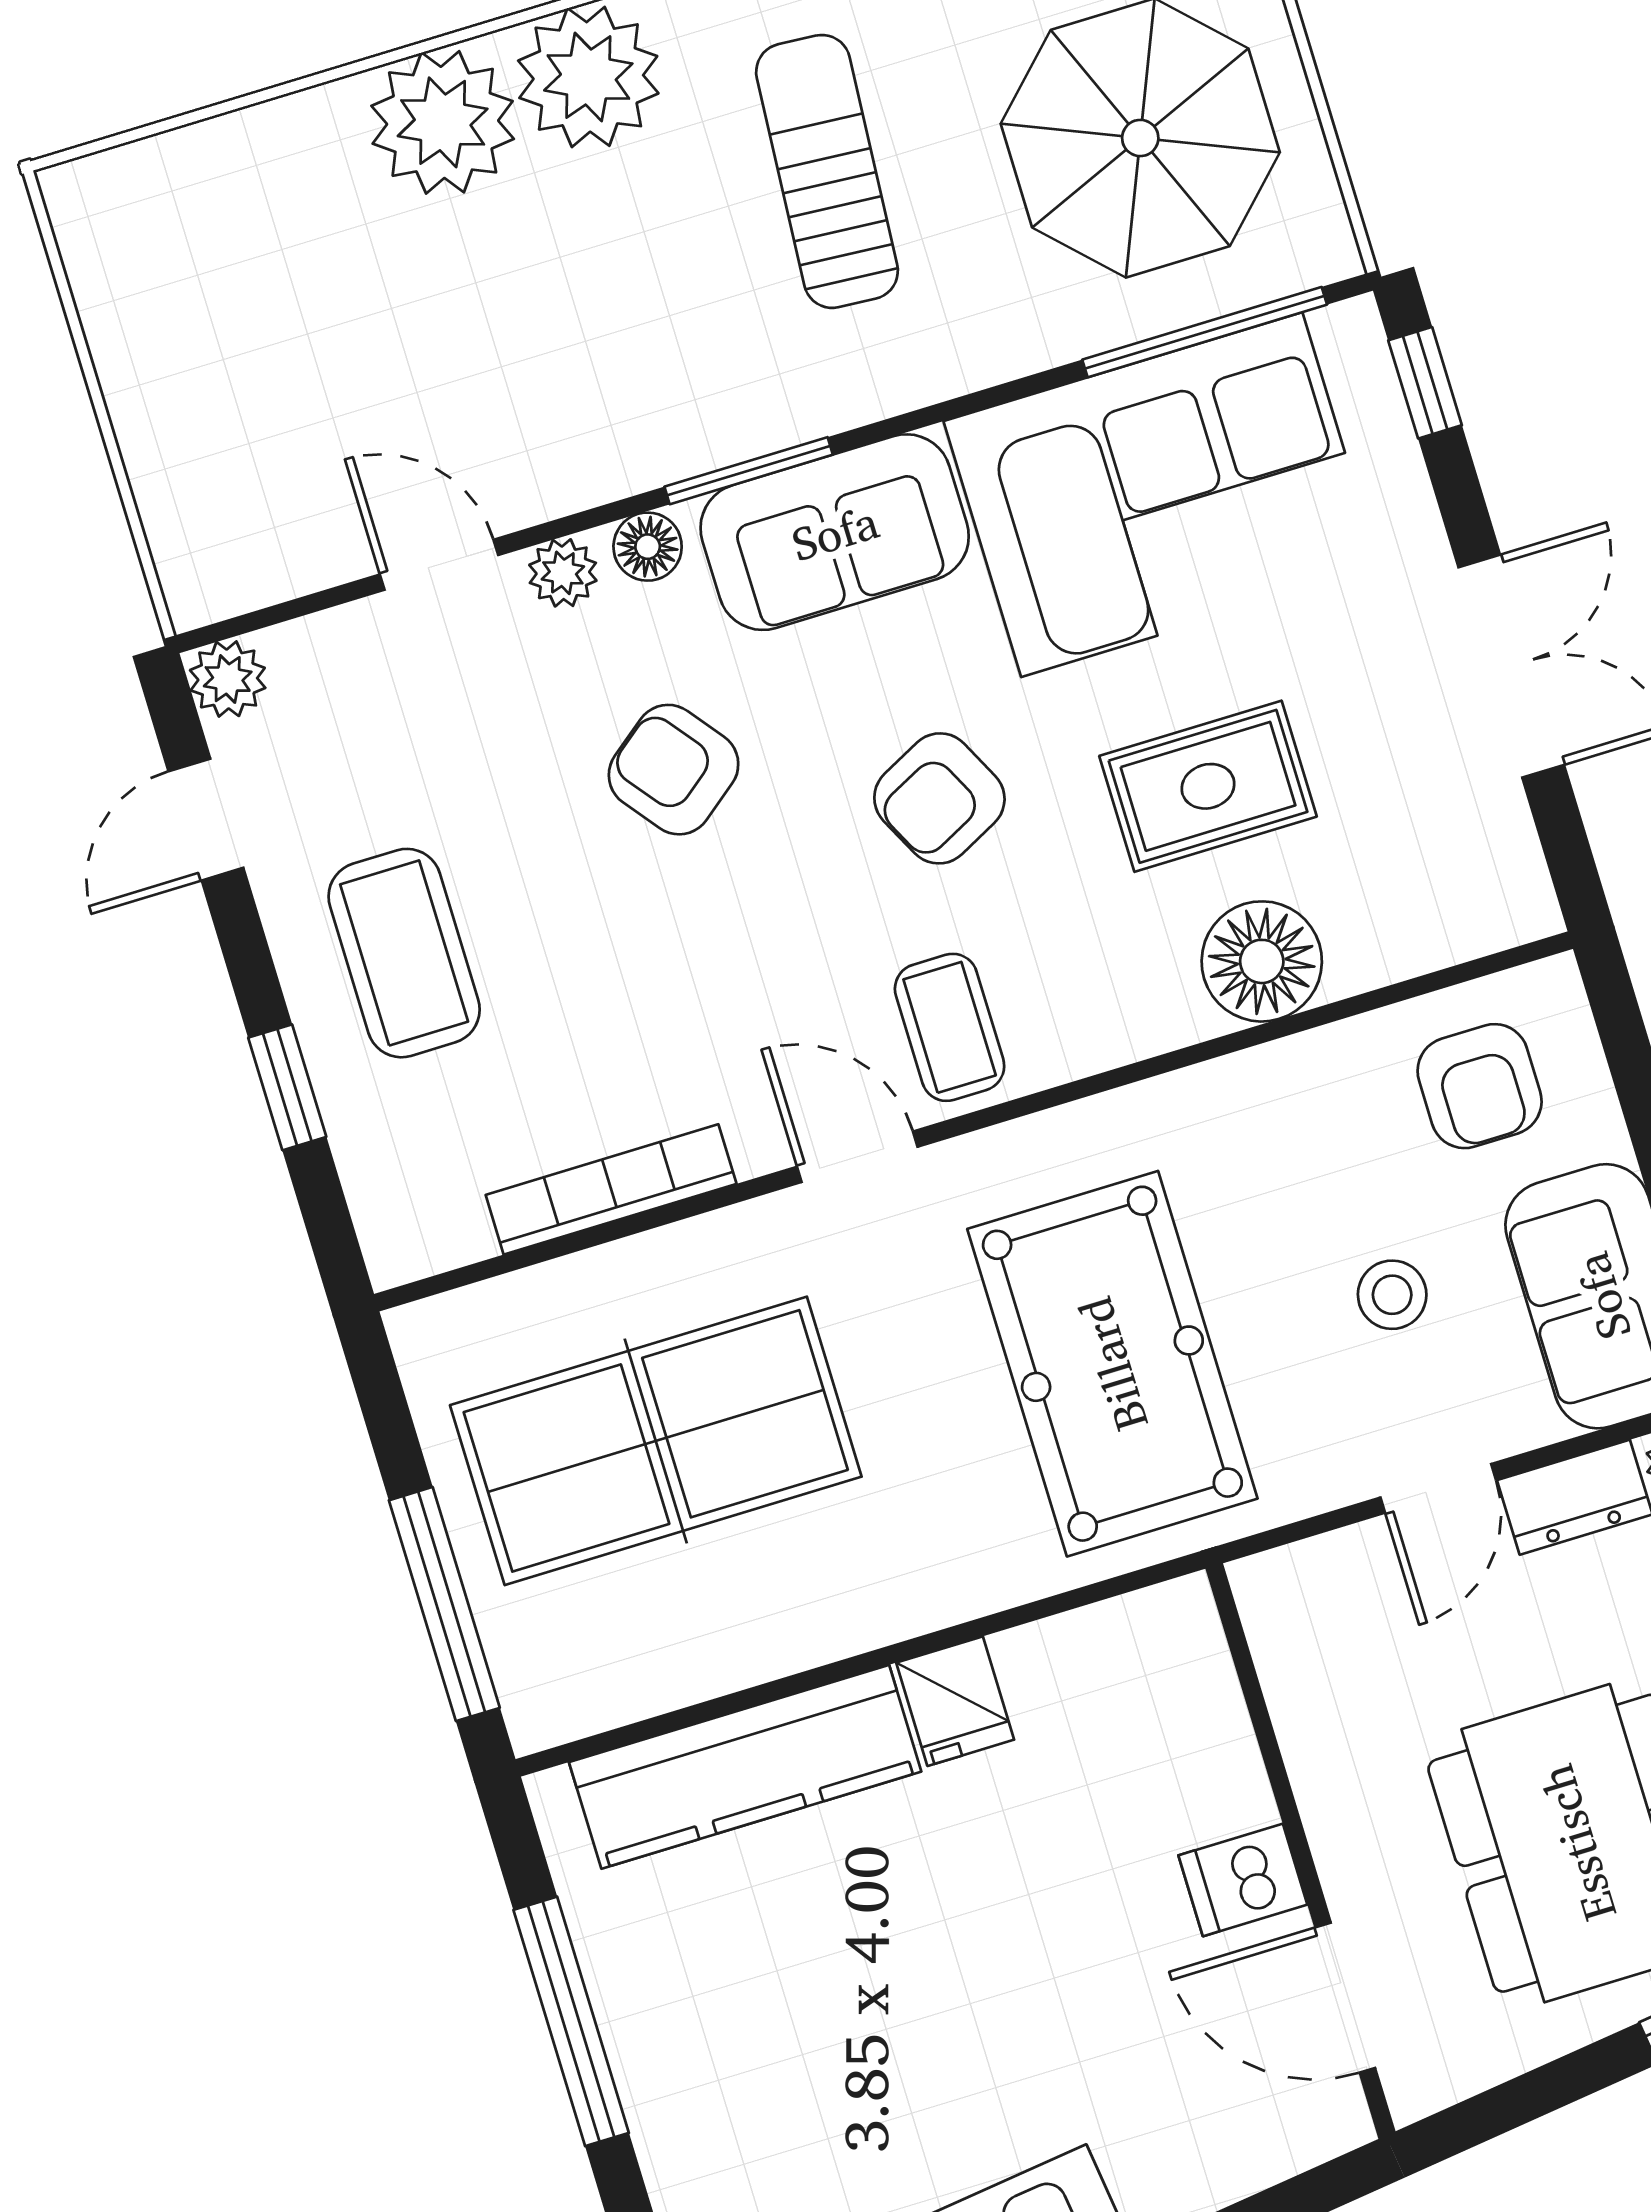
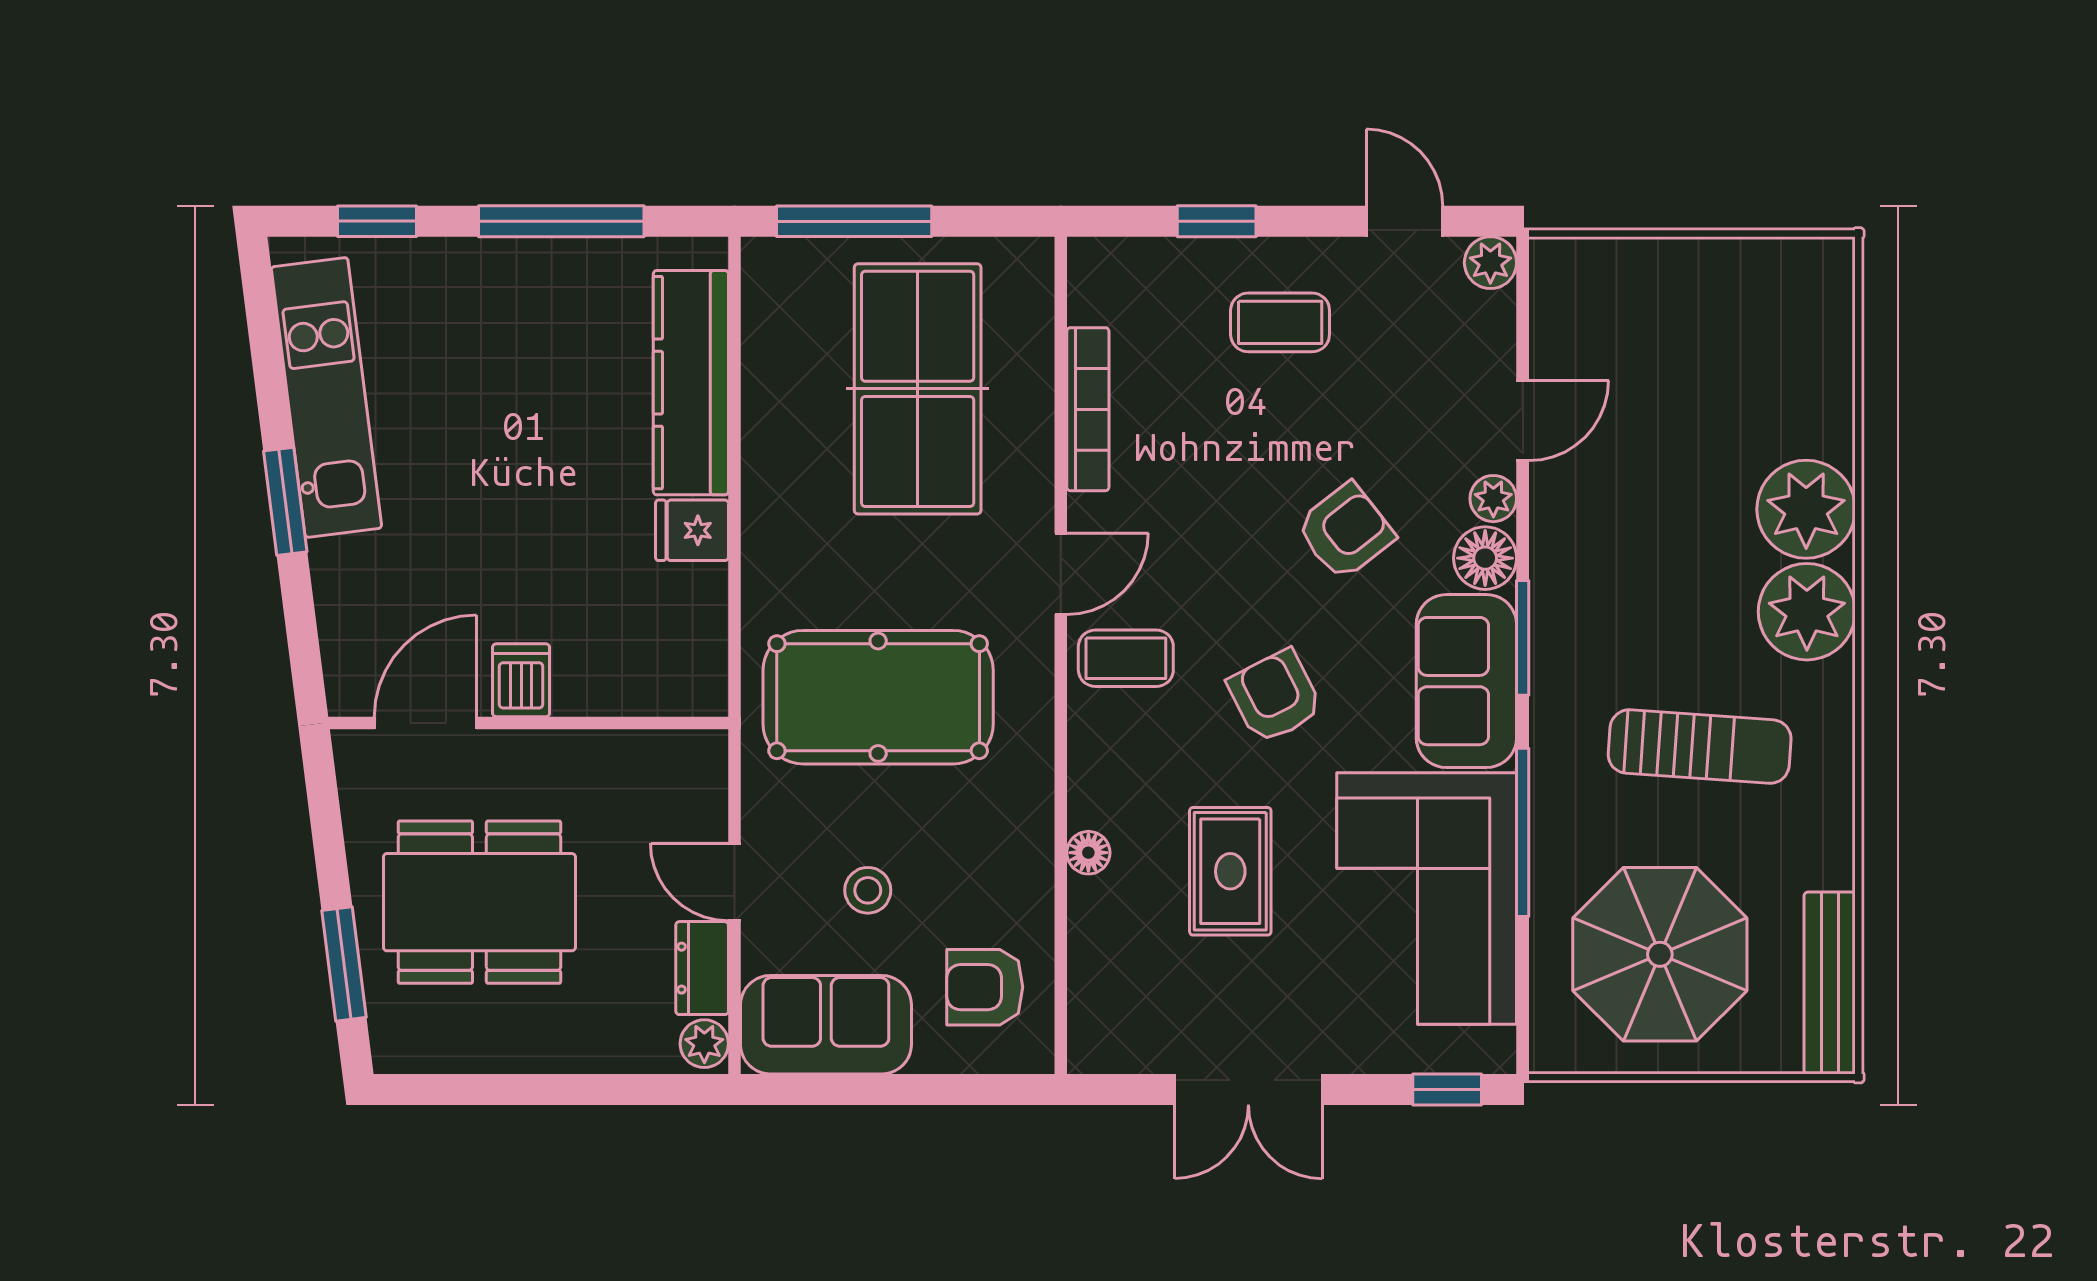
window: (1205, 332) -> (1523, 832), moved
floor lamp: (648, 547) -> (1485, 558), width x1.37, depth x1.37
coffee table: (404, 953) -> (1280, 322), width x0.73, depth x0.77
floor lamp: (1262, 961) -> (1088, 853), width x0.53, depth x0.53

